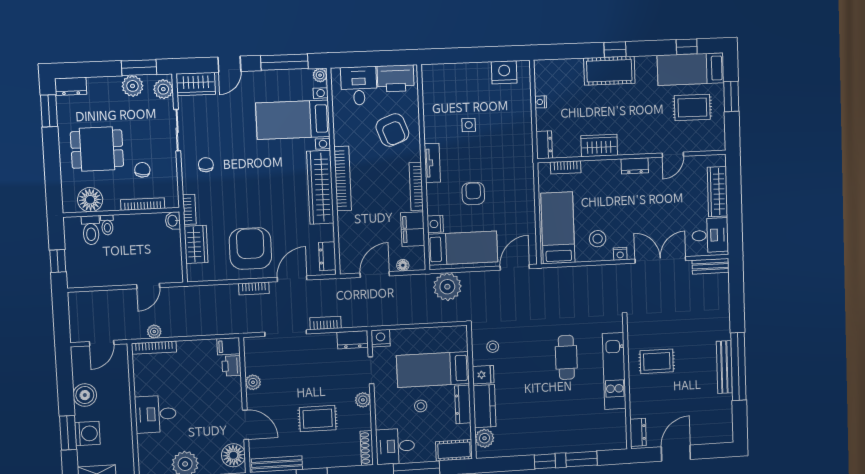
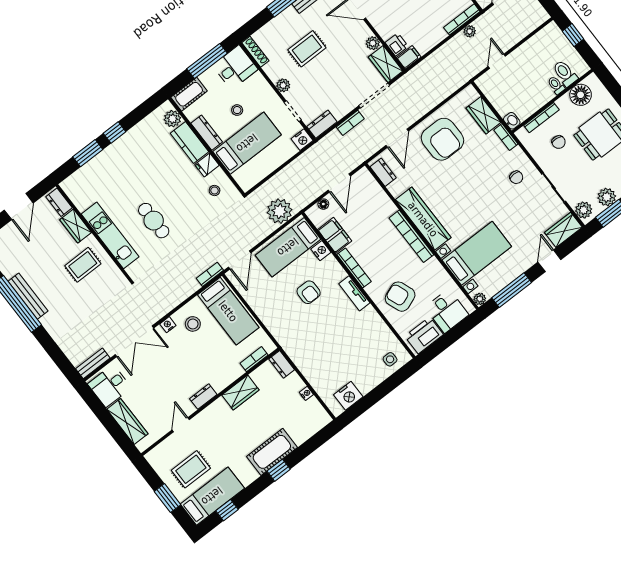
side table: (469, 125) -> (390, 359), moved
bookcase: (254, 288) -> (210, 274), moved
wardrobe: (255, 355) -> (386, 64), added
wardrobe: (639, 401) -> (76, 226), added

